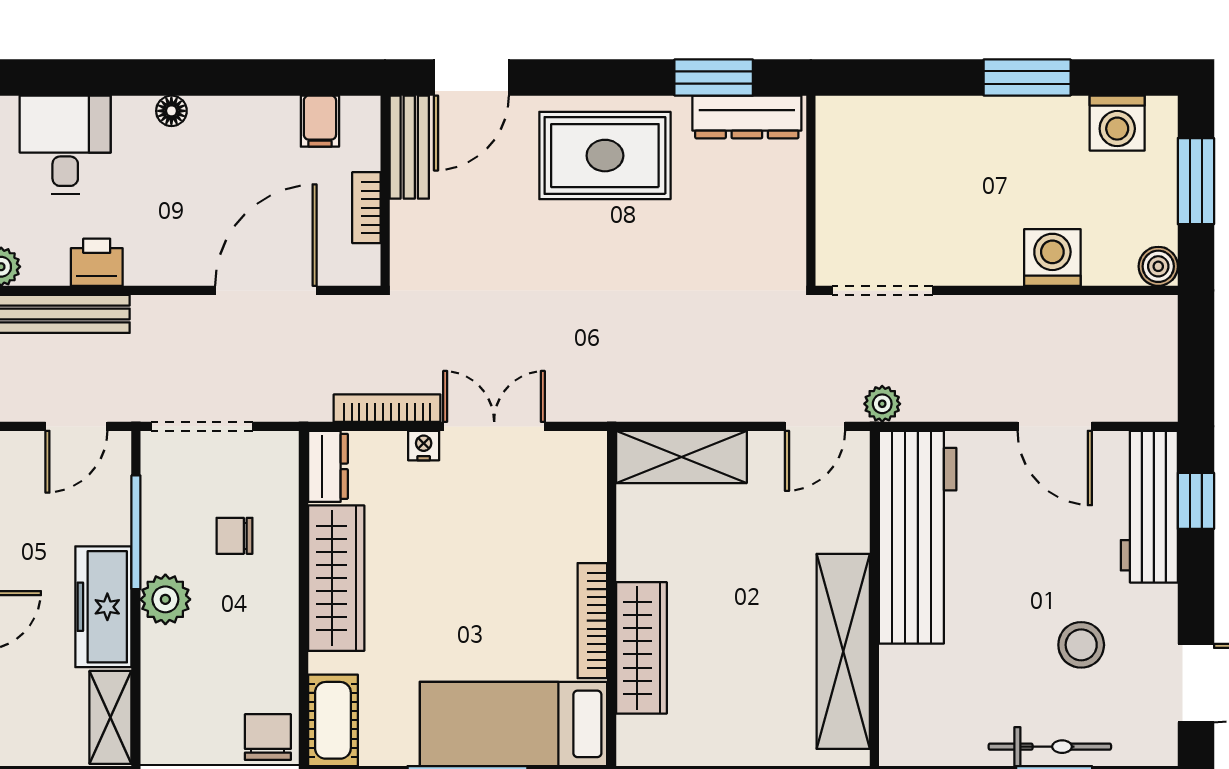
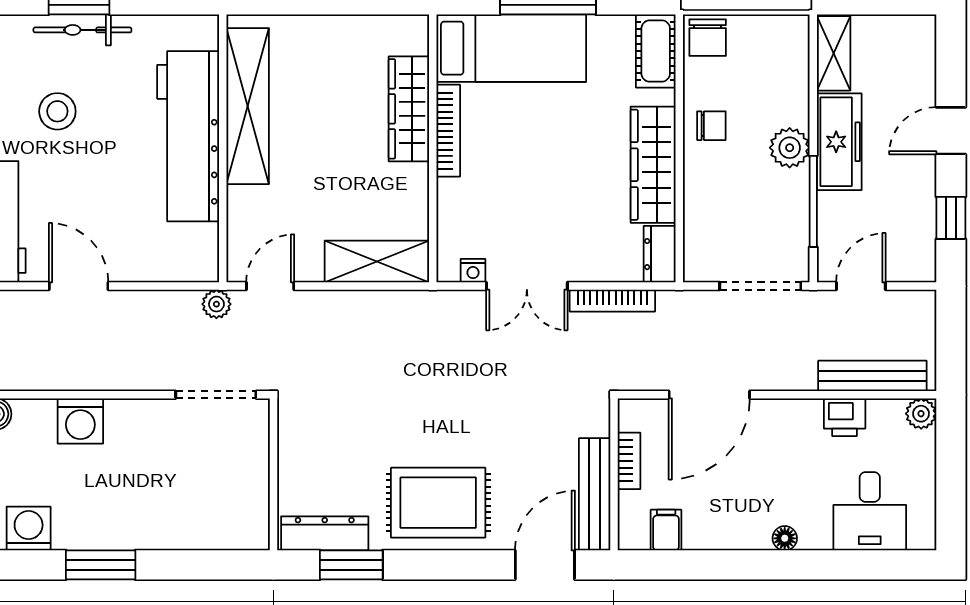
bench: (409, 147) -> (595, 494), width x1.36
nightstand: (424, 446) -> (473, 271), moved
chair: (234, 536) -> (711, 126), moved
workbench: (918, 537) -> (188, 136), moved

